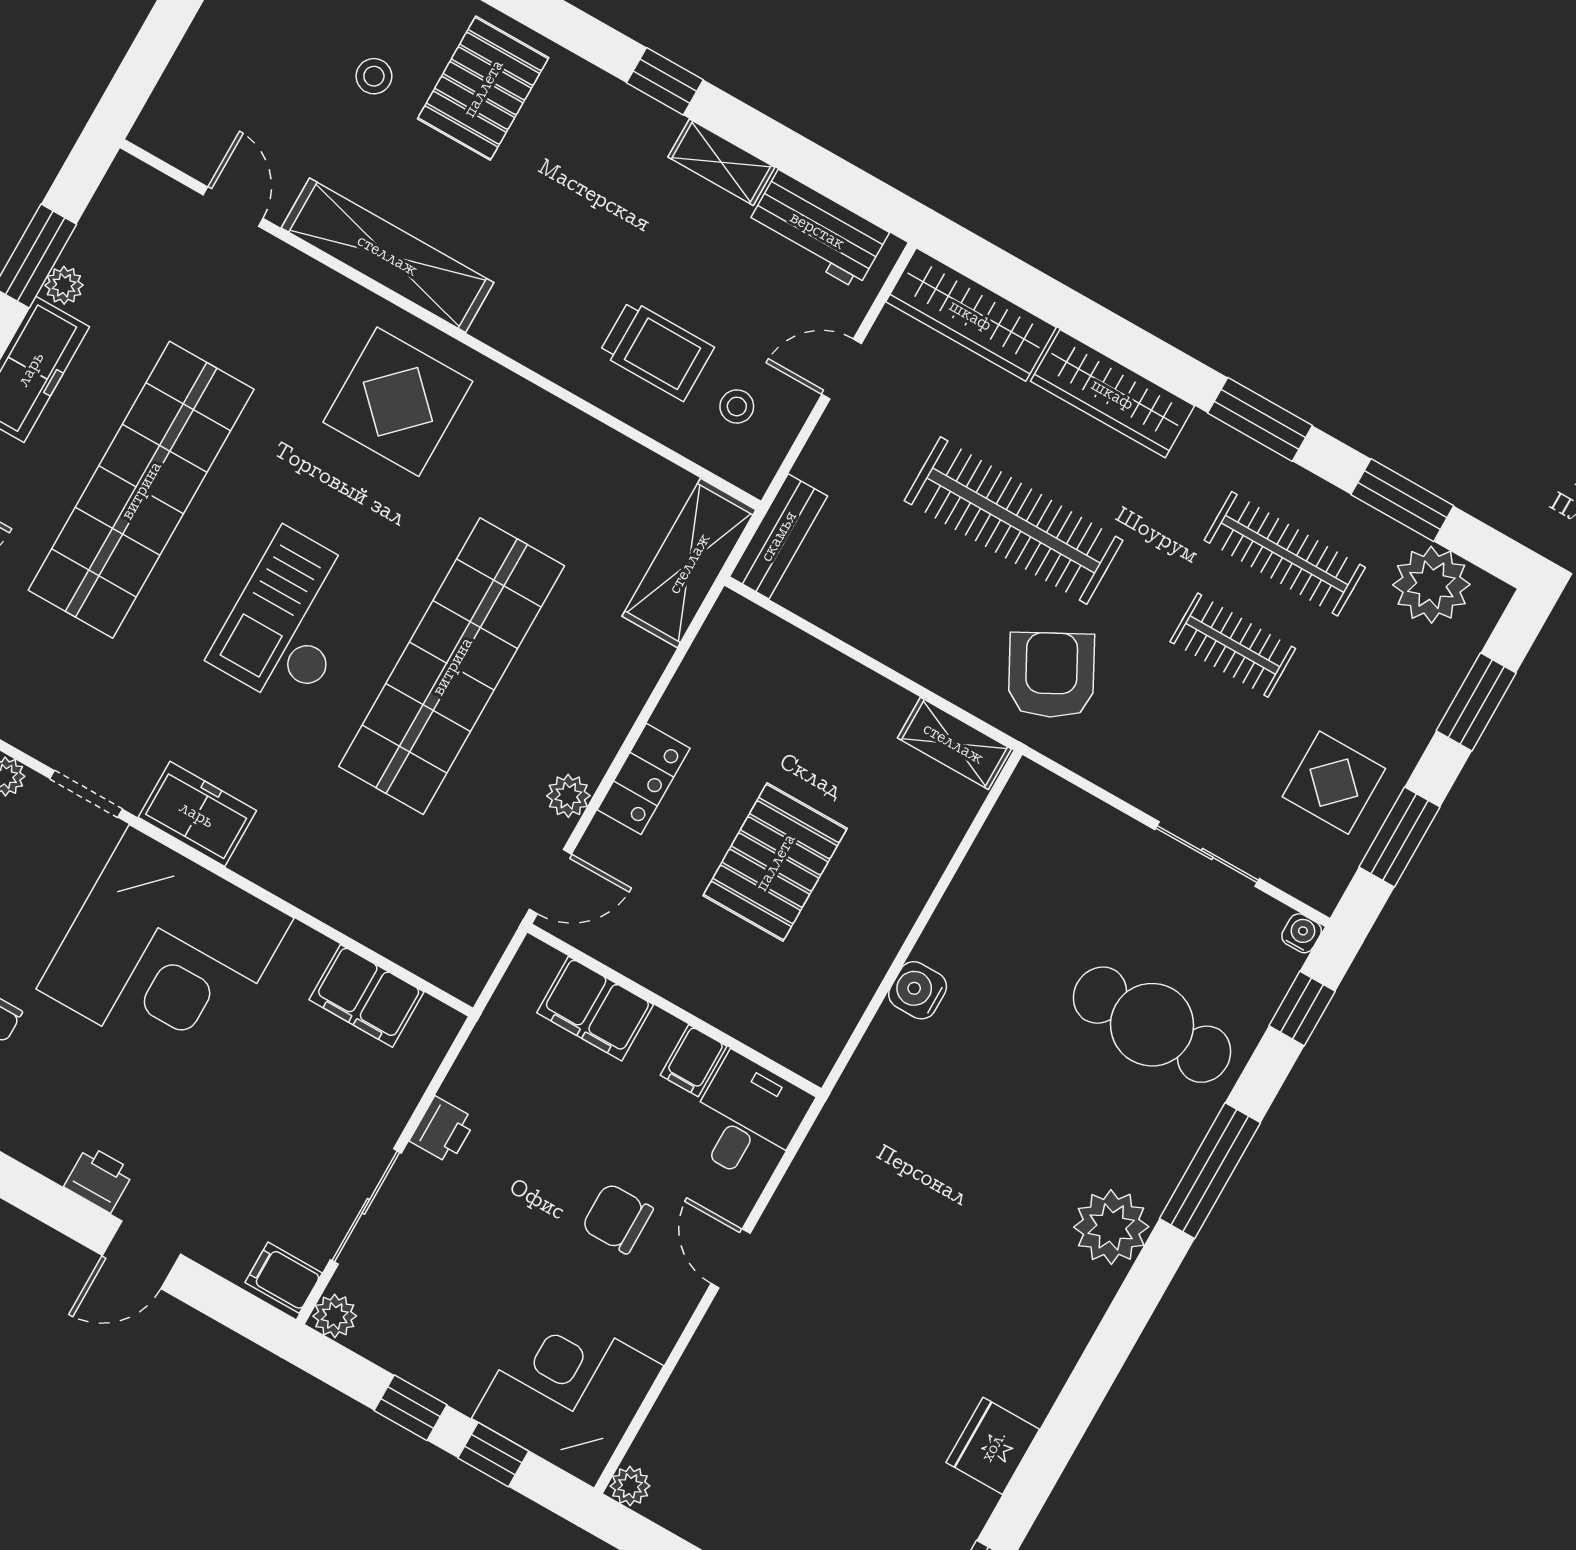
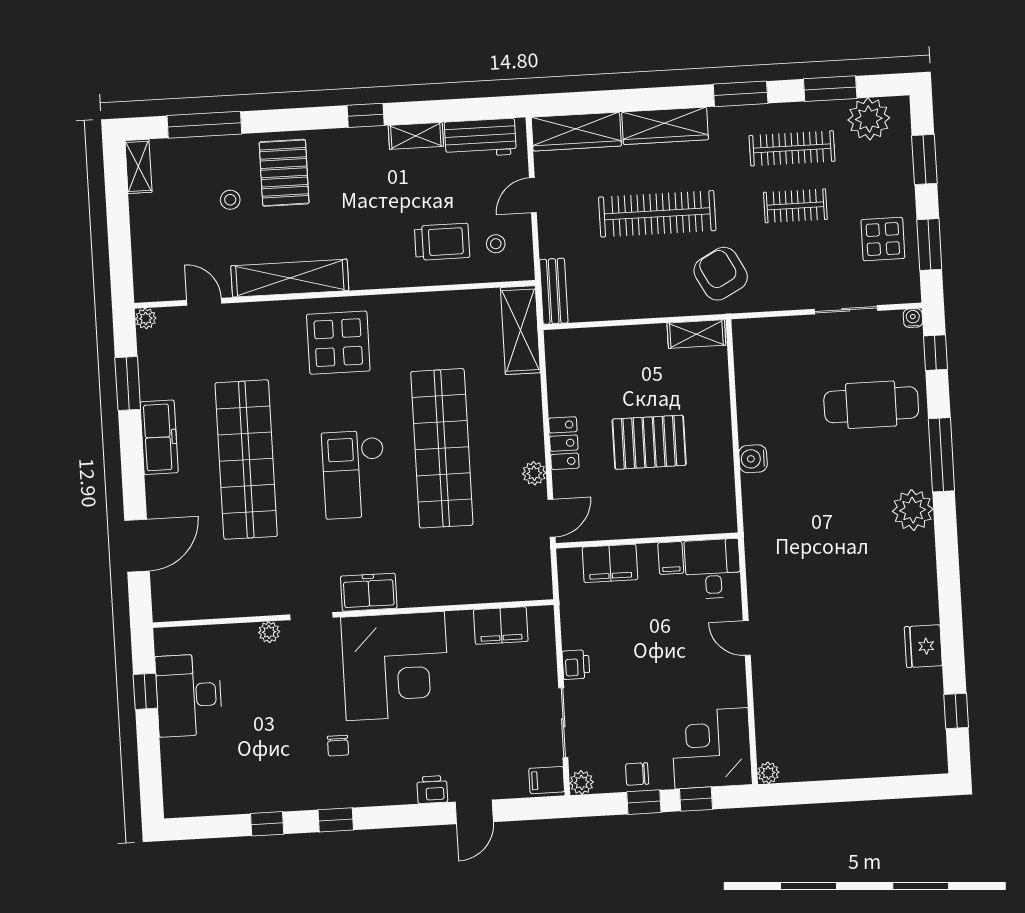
plant: (64, 285) -> (146, 318), moved
pallet: (775, 862) -> (649, 442), turned 90
chair: (617, 1218) -> (637, 774), moved, width x0.73, depth x0.73

